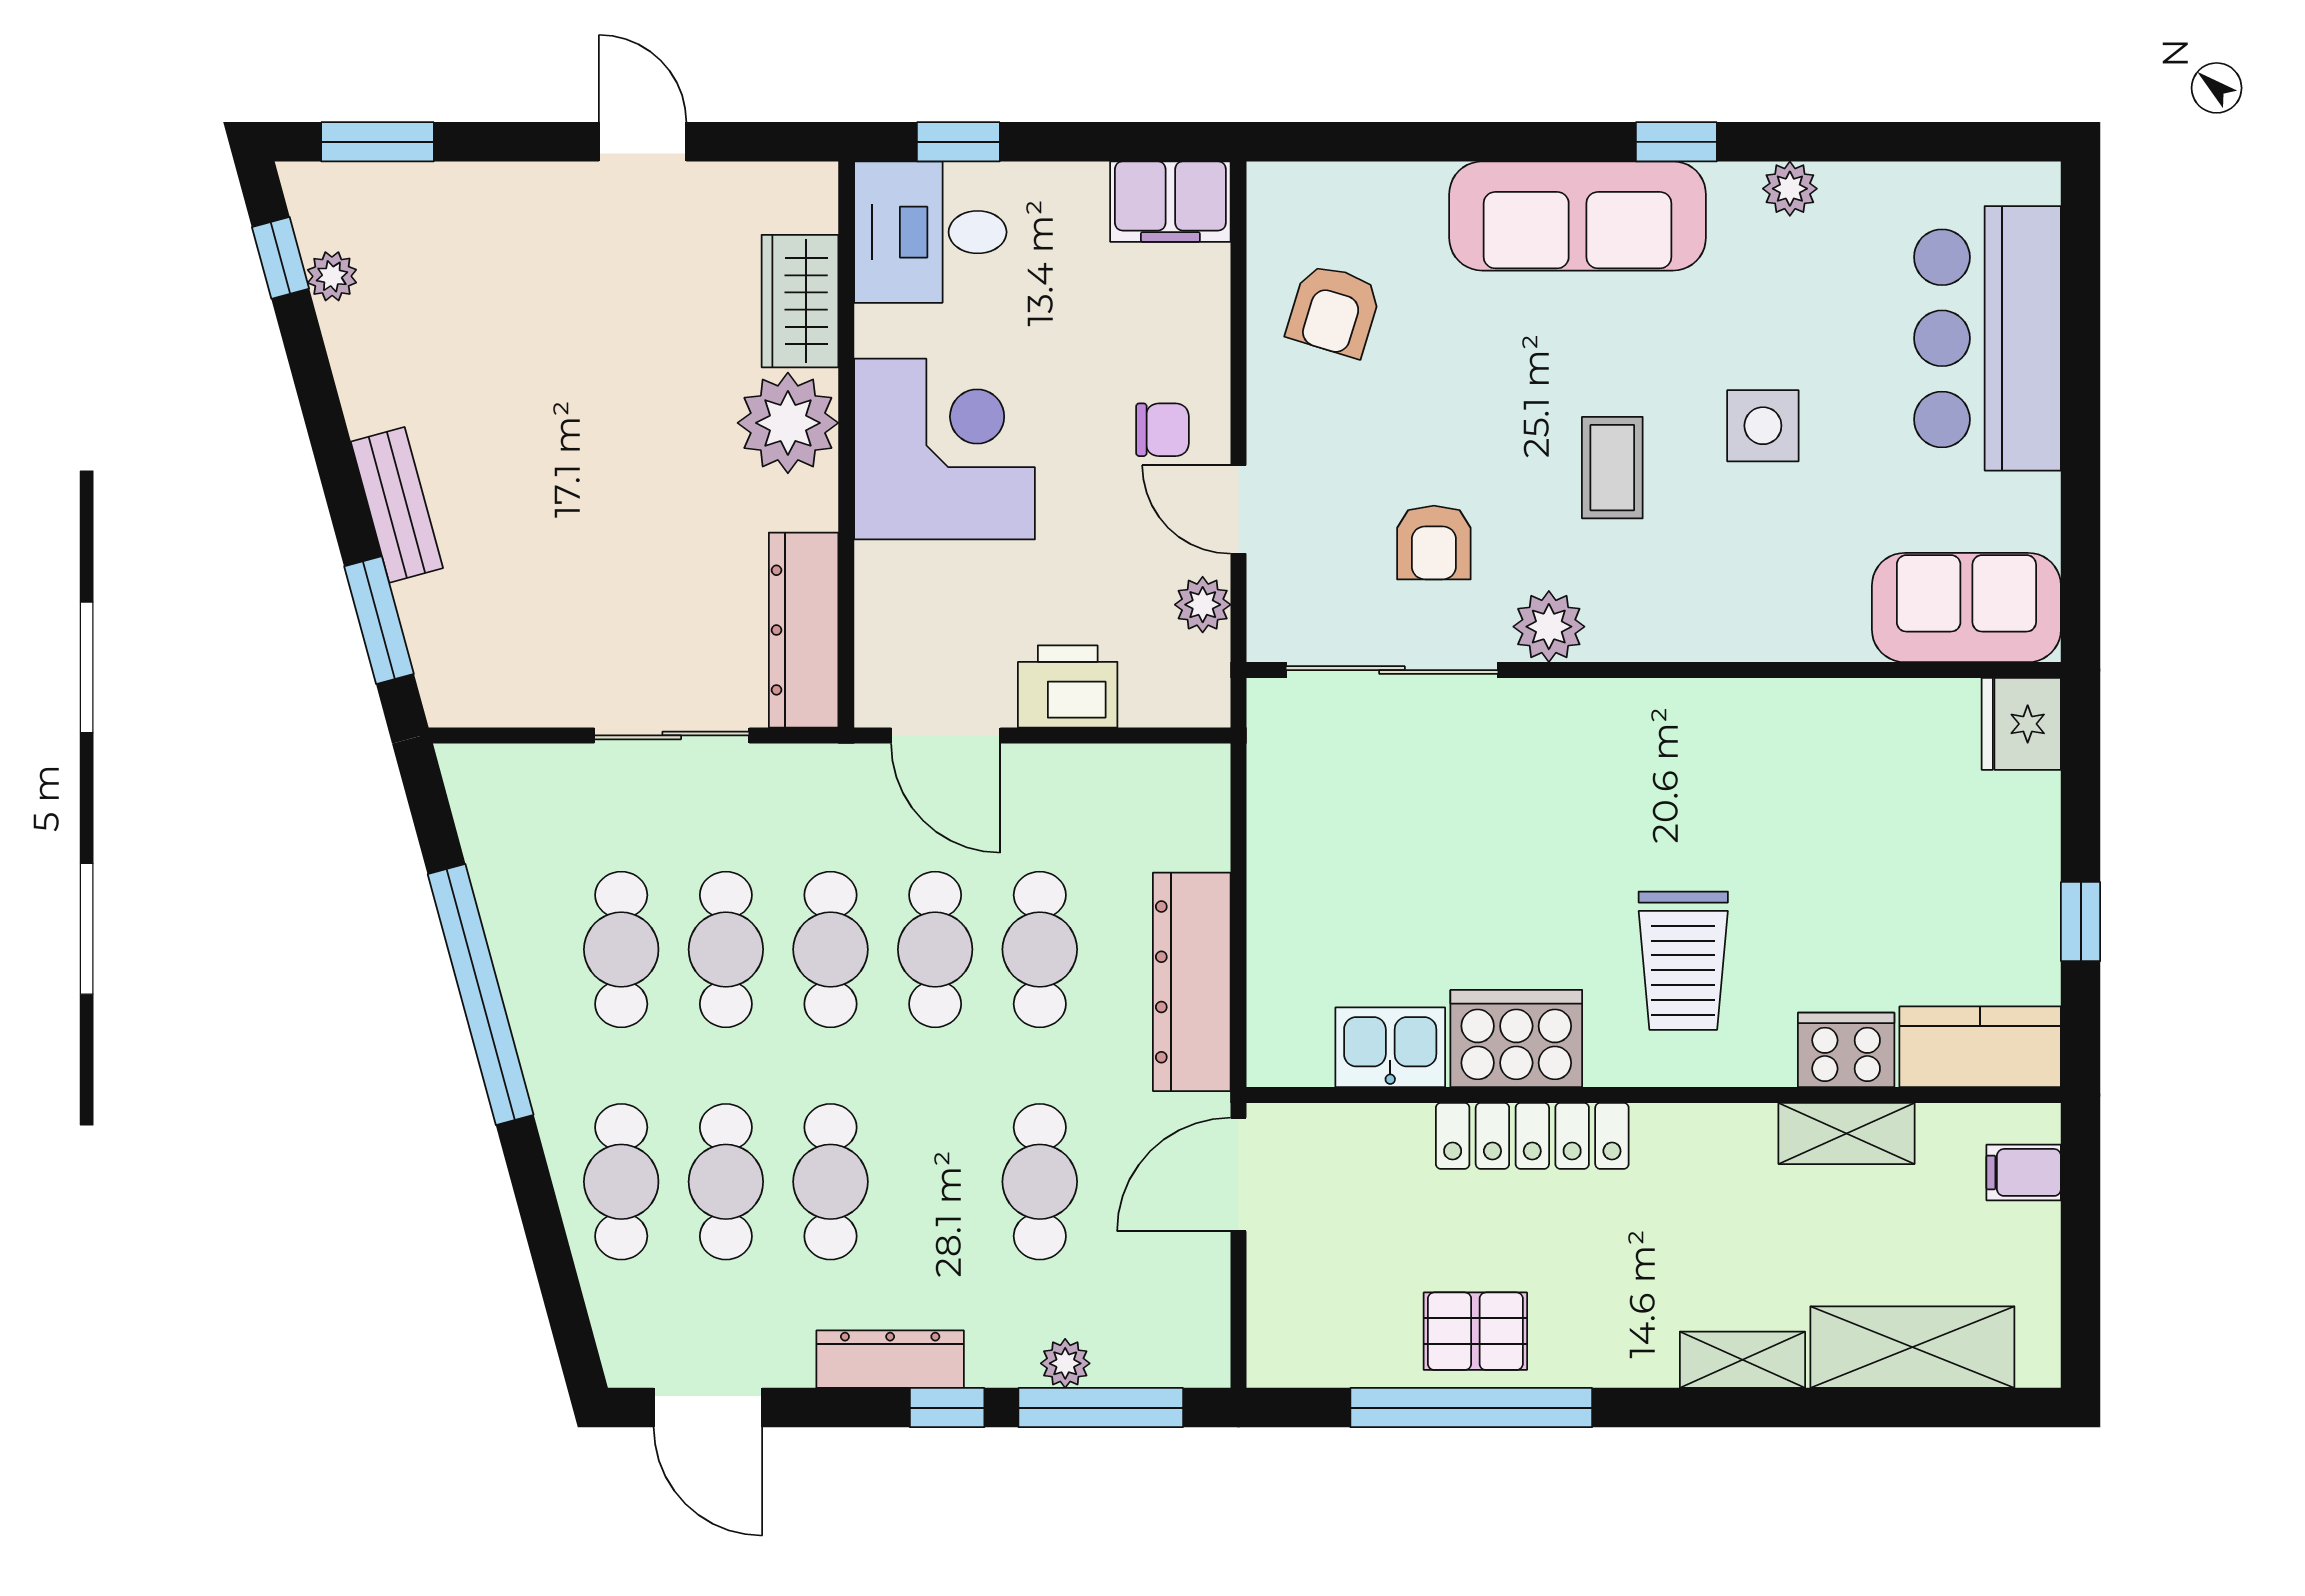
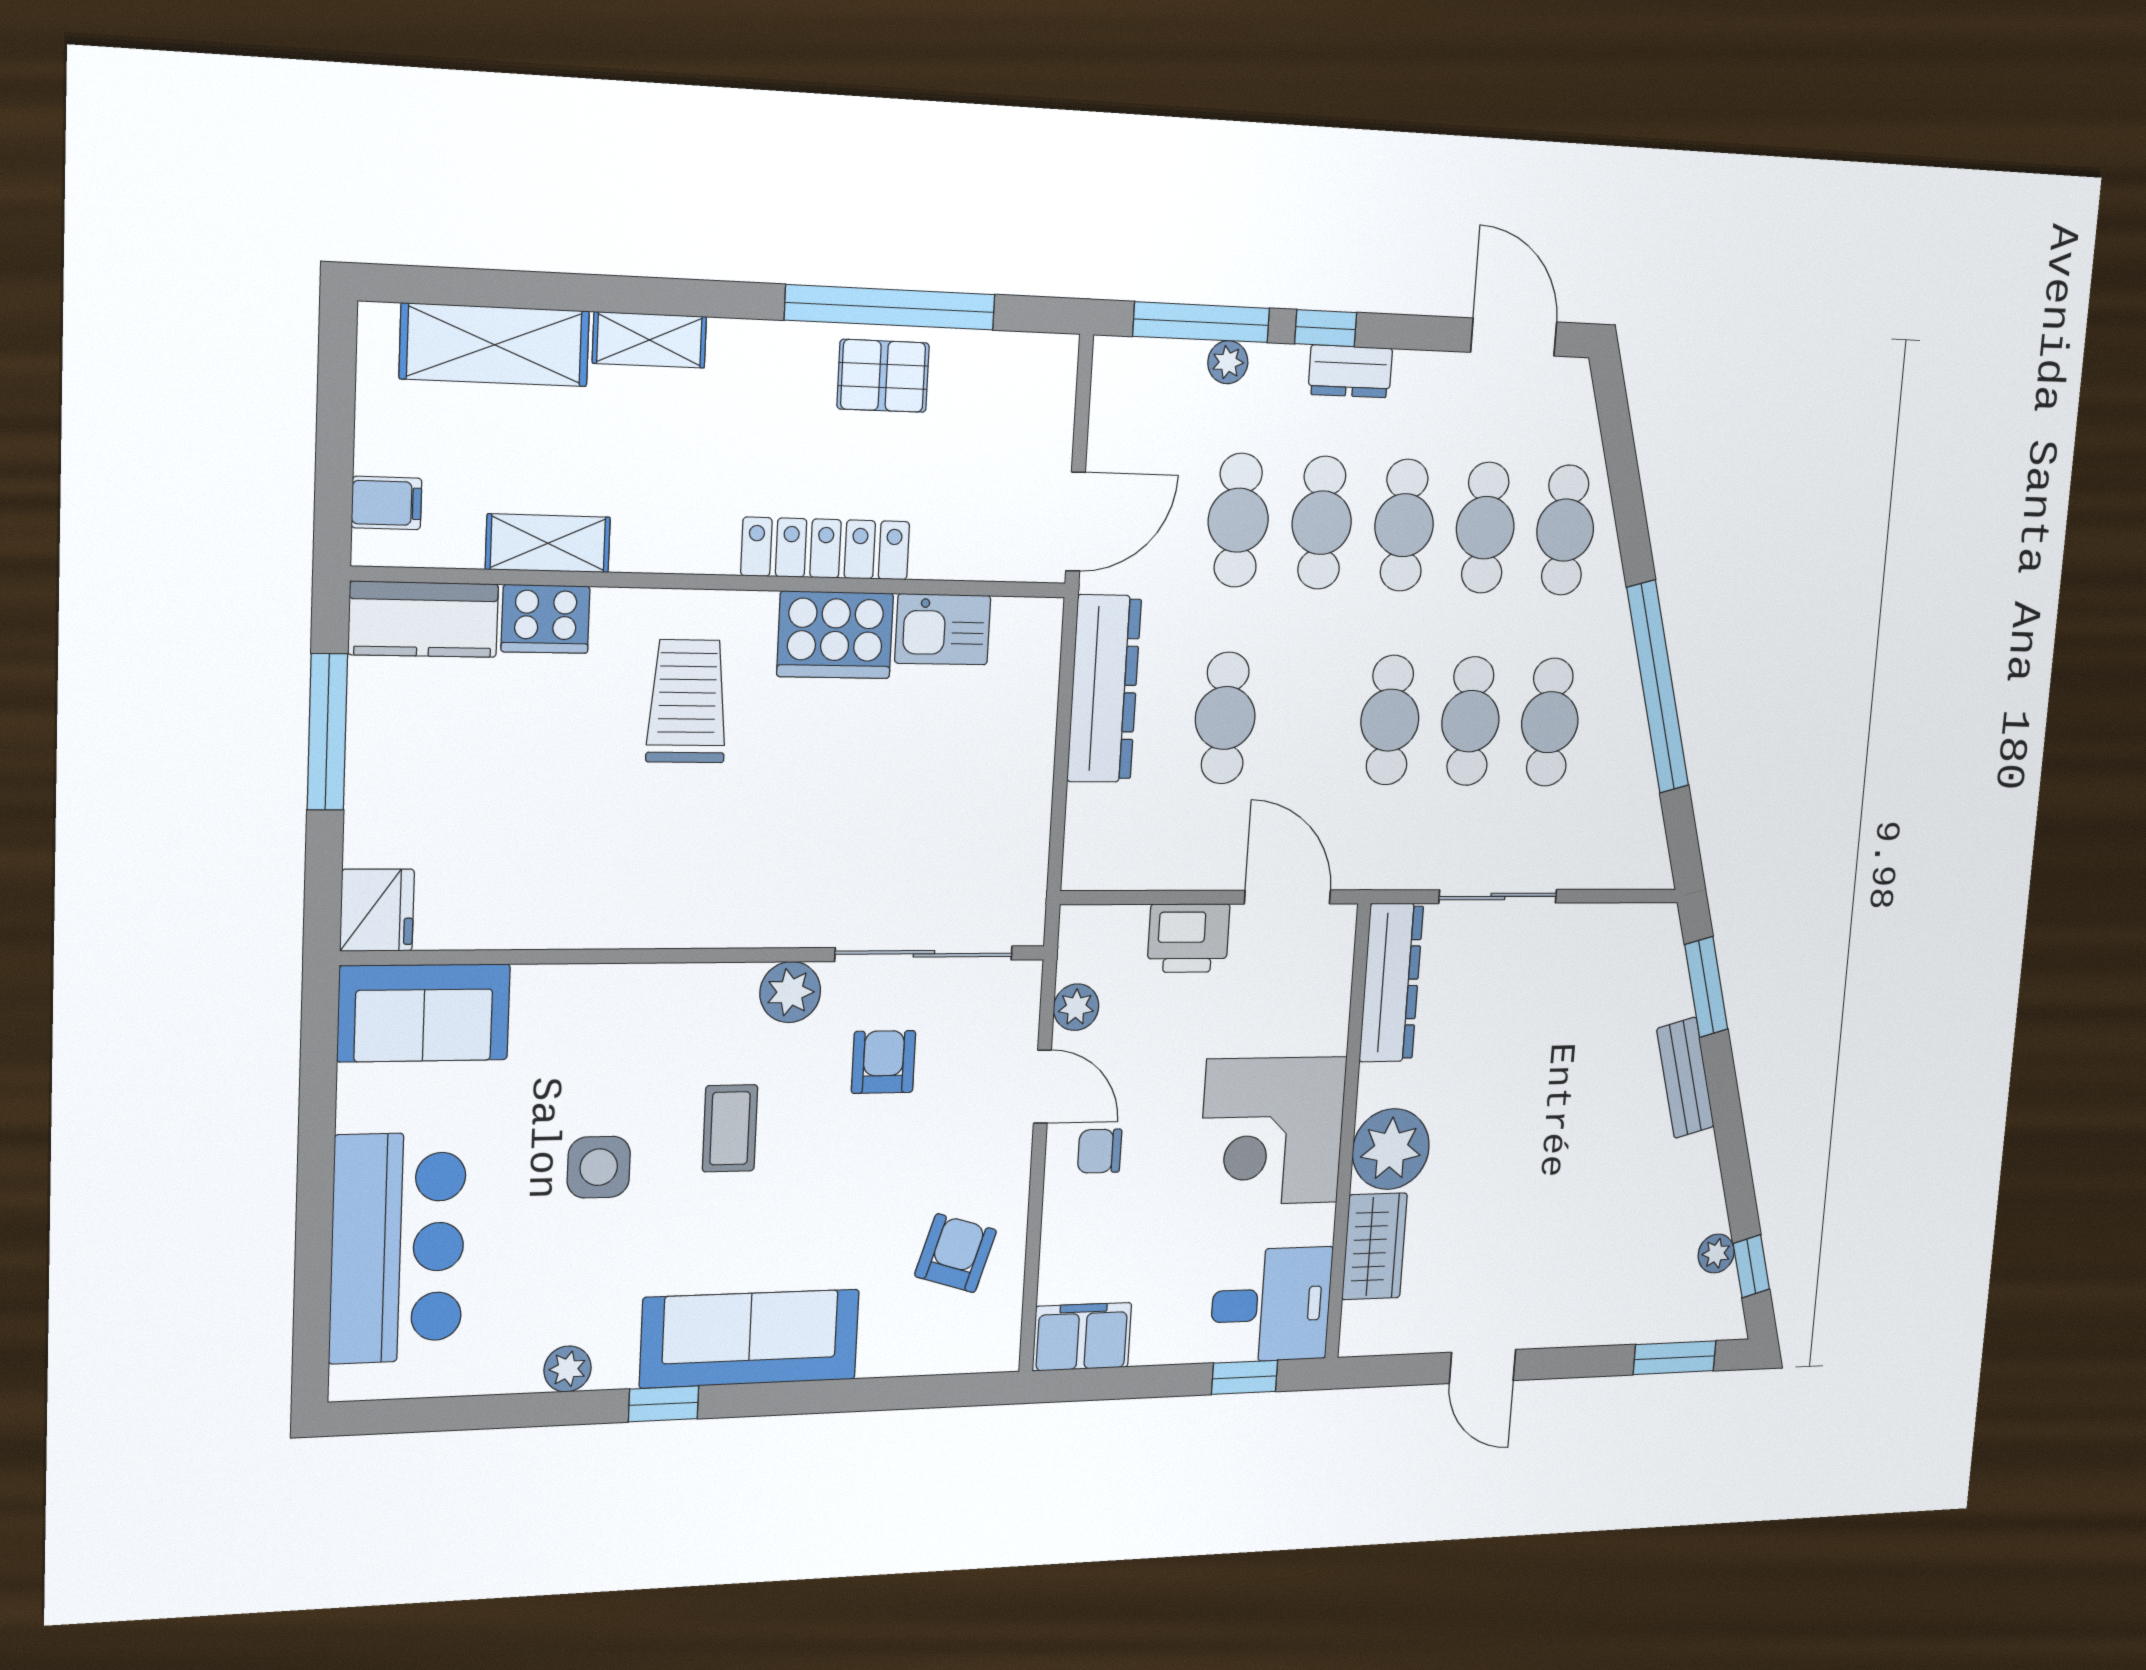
window: (2081, 922) -> (327, 732), width x2.17
cafe table: (935, 949) -> (1322, 523), moved
dresser: (890, 1359) -> (1350, 371), width x0.70

